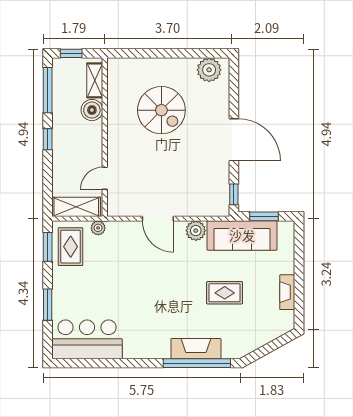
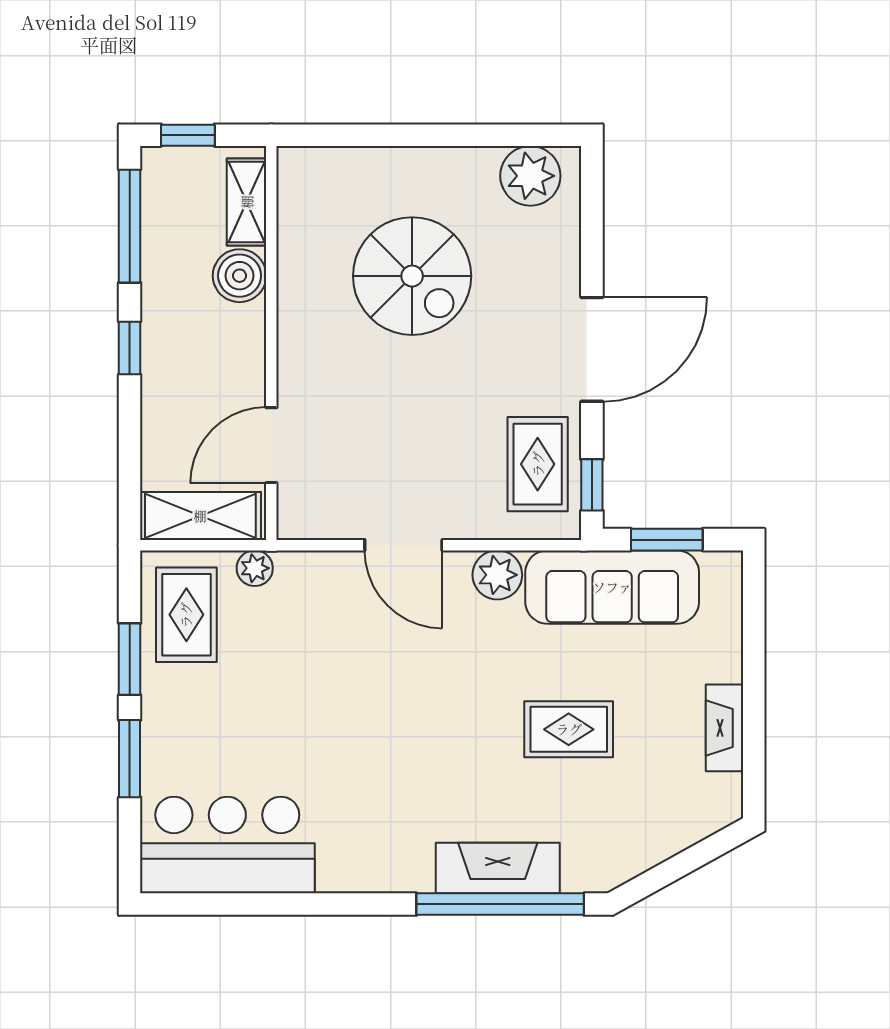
door: (234, 140) -> (592, 349), hinge flipped
door: (105, 178) -> (271, 445), width x1.38
rug: (212, 186) -> (538, 464), added
window: (48, 247) -> (130, 659), moved

